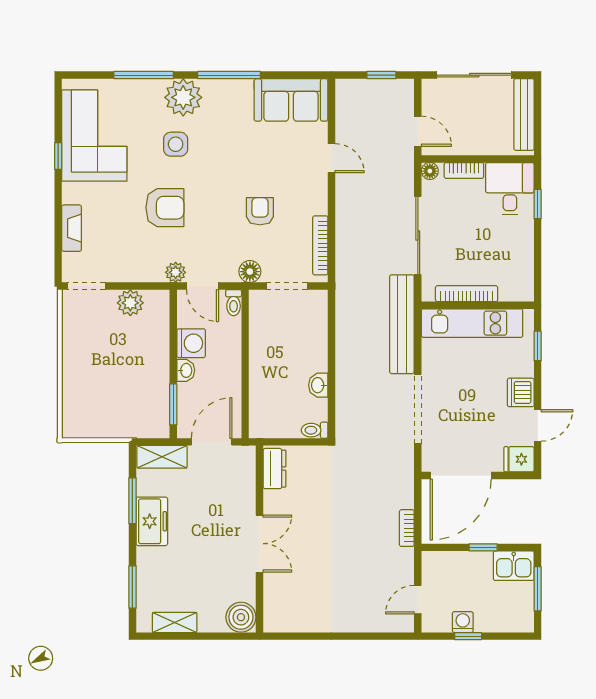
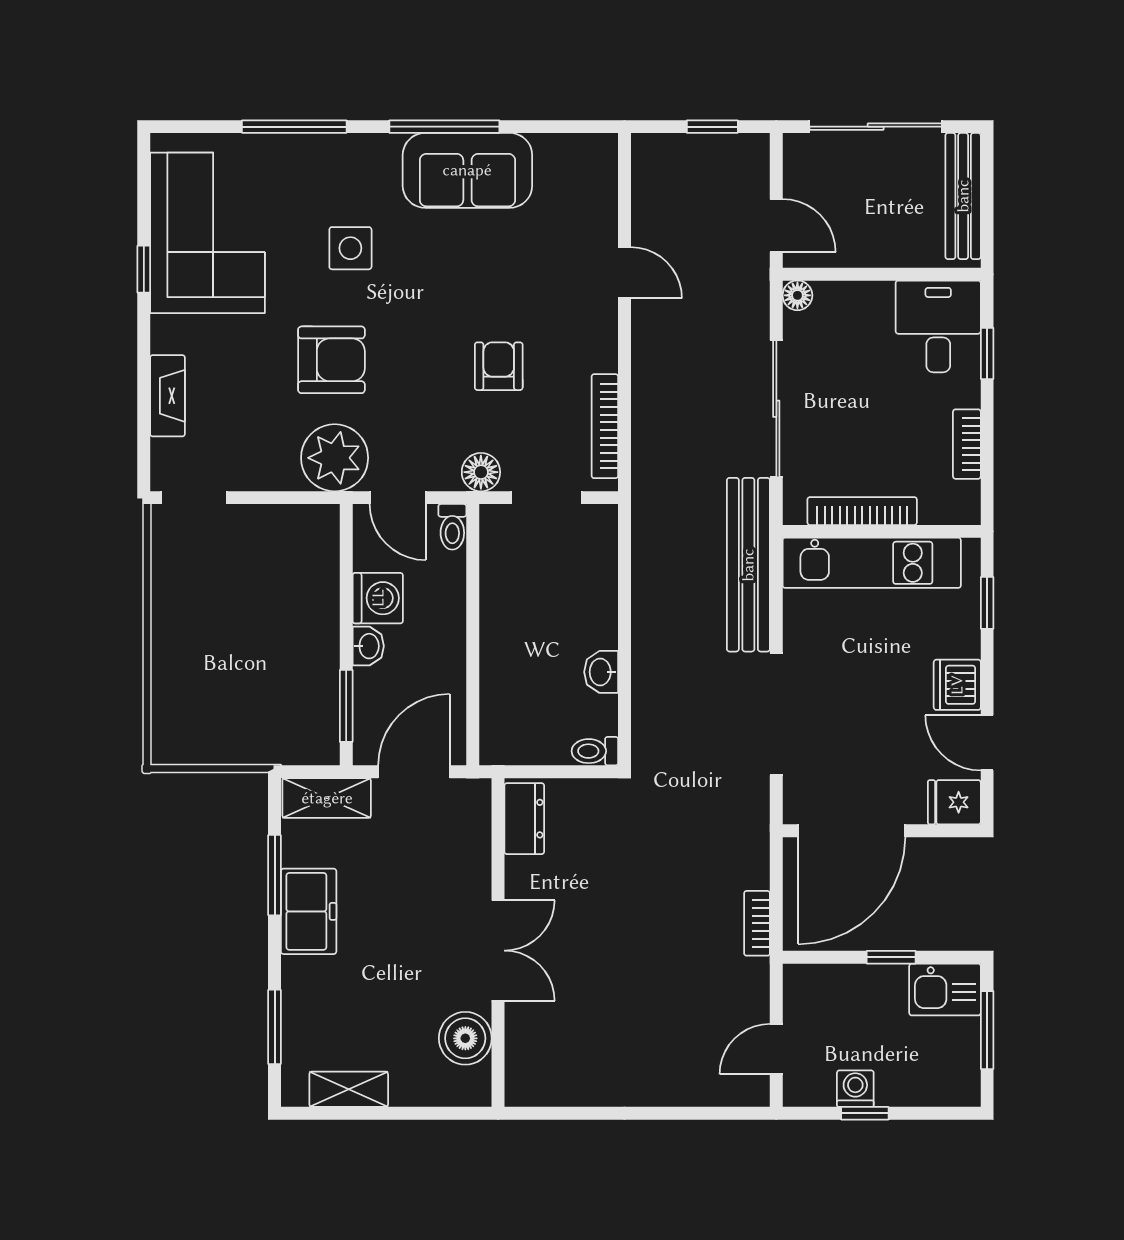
plant: (183, 97) -> (364, 166), removed
sofa: (291, 100) -> (467, 170), moved
bookcase: (464, 170) -> (967, 444), moved, turned 90
plant: (176, 272) -> (335, 458), width x1.88, depth x1.88
plant: (130, 303) -> (271, 527), removed
door: (538, 425) -> (987, 743), swing flipped
boiler: (241, 617) -> (465, 1038), moved

